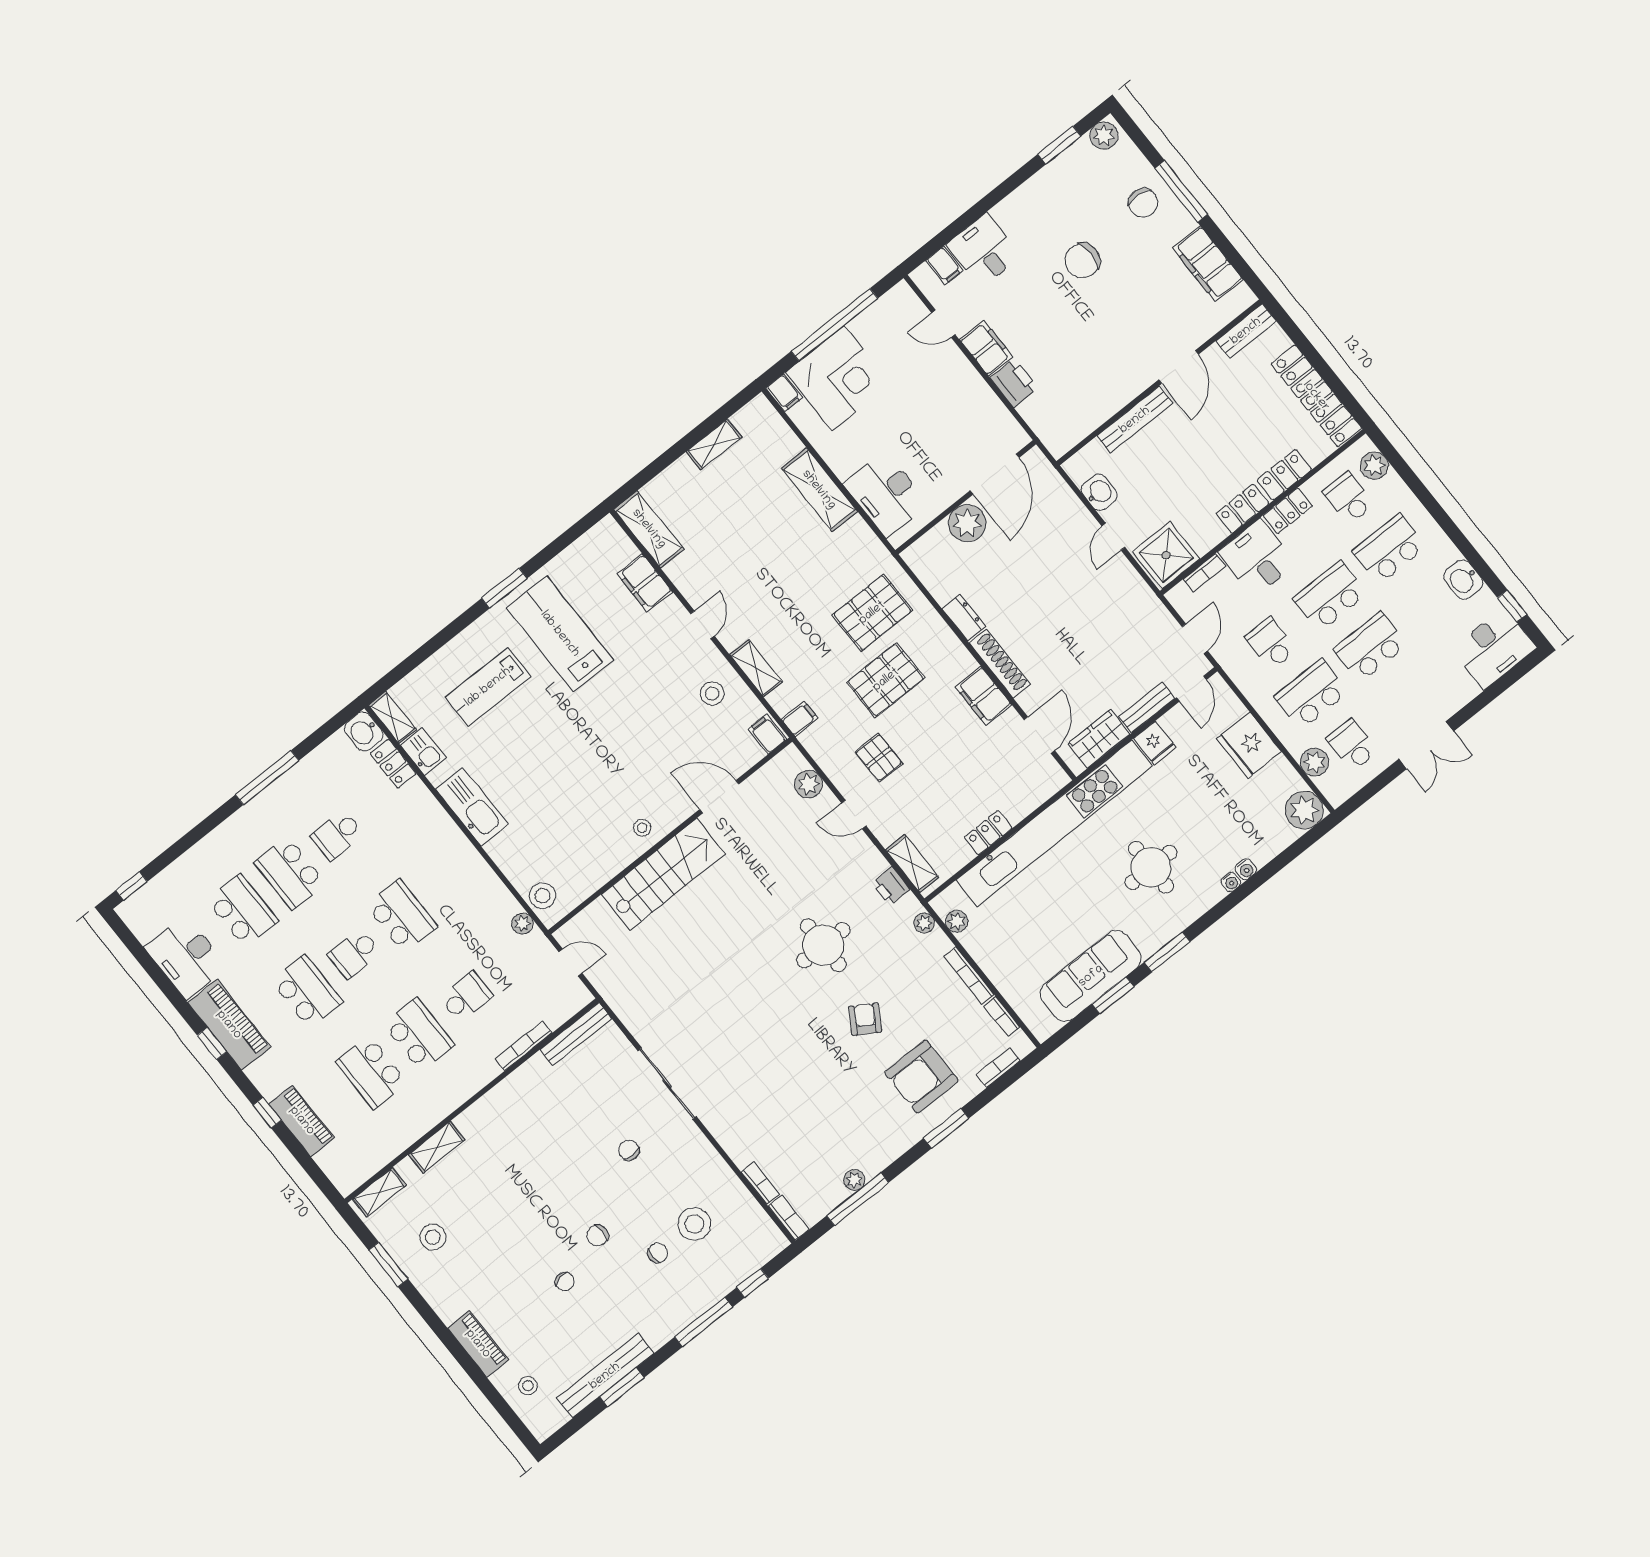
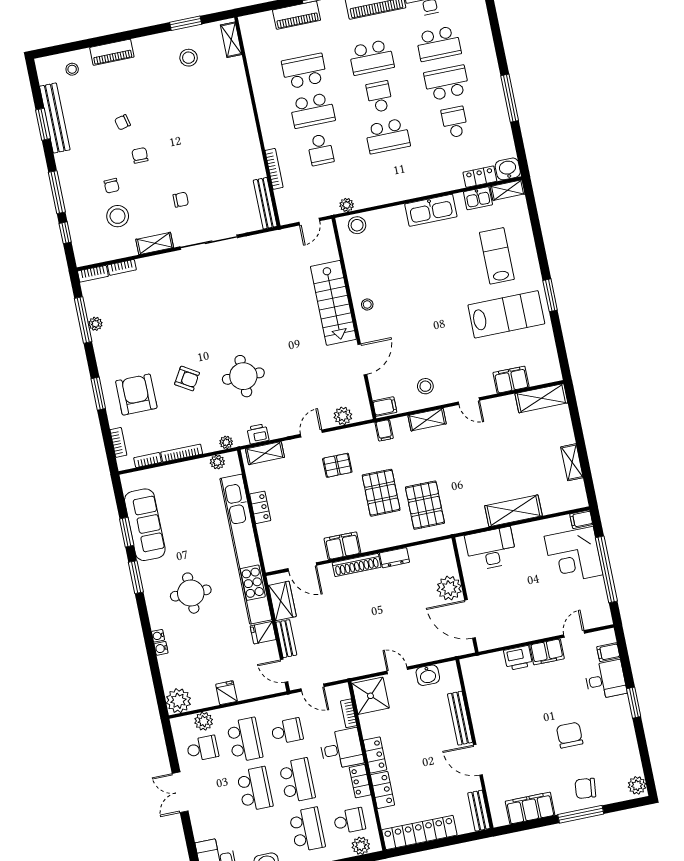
window: (1059, 145) -> (634, 703), moved
fridge: (1249, 745) -> (226, 693), width x0.53, depth x0.75
shelving: (437, 1147) -> (155, 243), moved, turned 90

